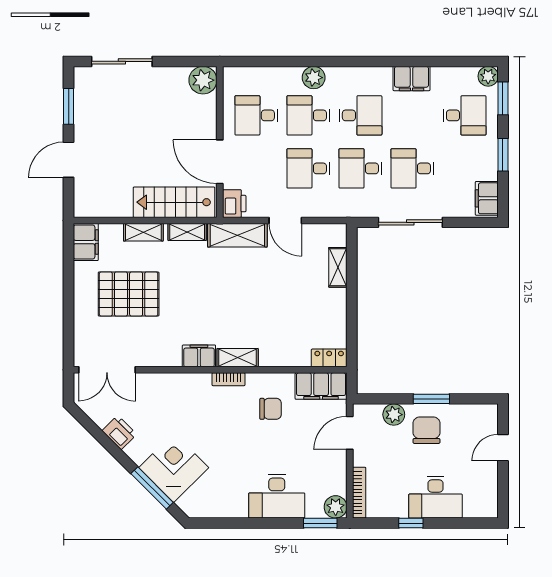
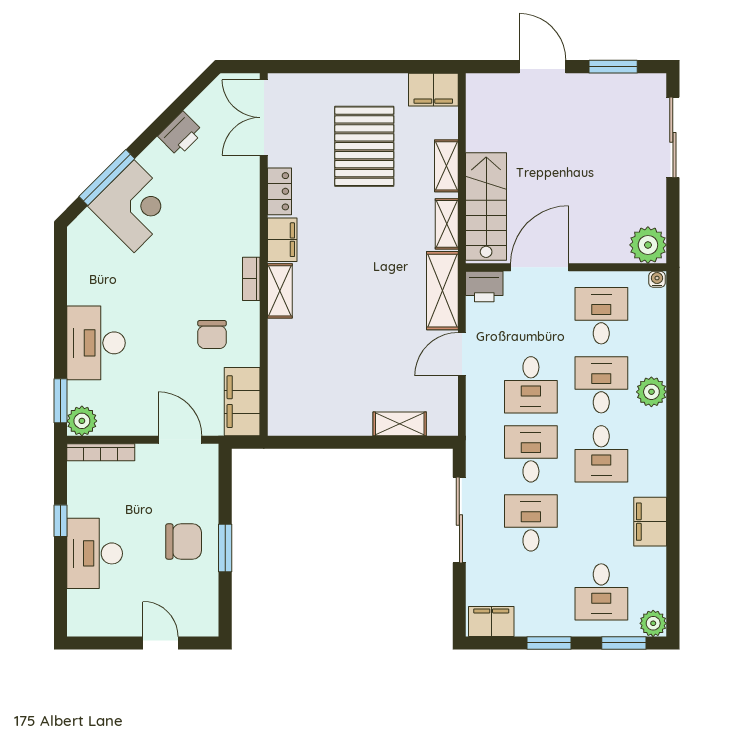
water cooler: (229, 73) -> (657, 279), added
desk: (308, 168) -> (531, 385), turned 180
locker: (329, 358) -> (279, 191), moved
plant: (394, 415) -> (204, 498), removed

